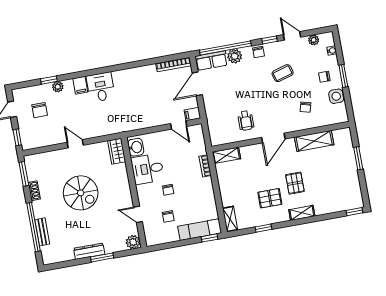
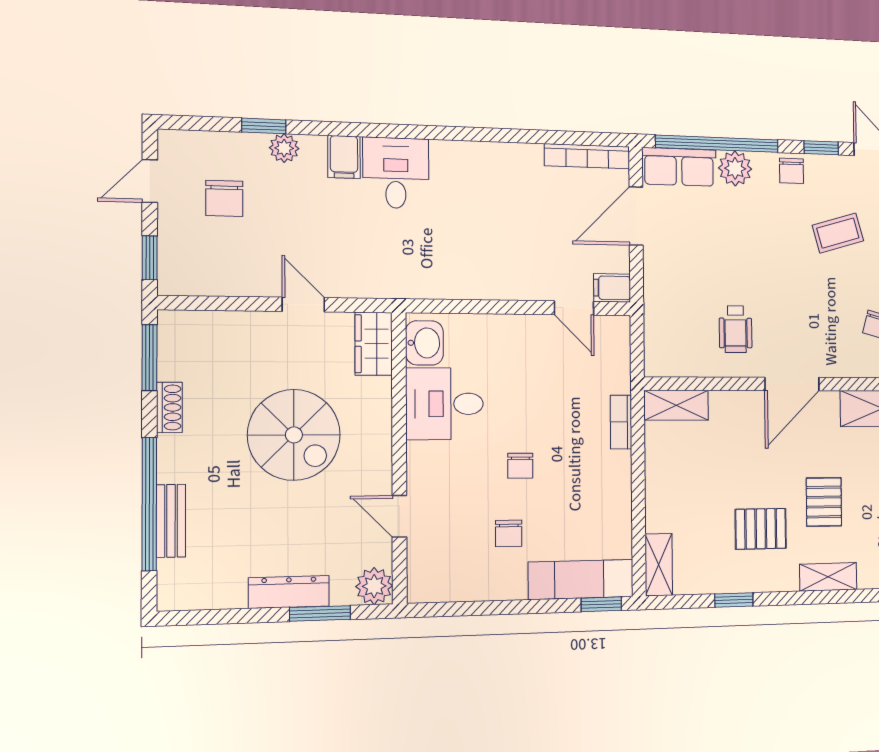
washbasin: (136, 147) -> (424, 343), moved
wardrobe: (117, 151) -> (374, 344), moved
desk: (147, 169) -> (445, 404), moved
wall: (134, 192) -> (399, 458), moved
door: (138, 214) -> (399, 516), moved
plant: (133, 242) -> (374, 586), moved

